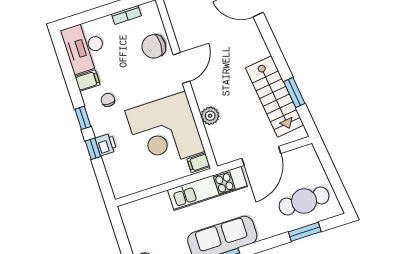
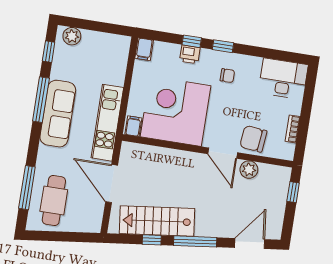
chair: (154, 46) -> (253, 139), turned -84
window: (275, 52) -> (195, 241), added
filing cabinet: (87, 81) -> (144, 49), moved
window: (294, 93) -> (152, 240), width x0.67
plant: (210, 116) -> (249, 170), moved
window: (305, 232) -> (27, 188), width x1.44

